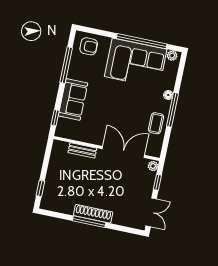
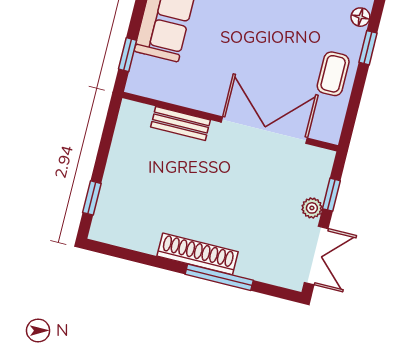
window: (173, 110) -> (368, 48), width x0.46
plant: (153, 166) -> (312, 208), moved
window: (89, 222) -> (219, 277), moved

